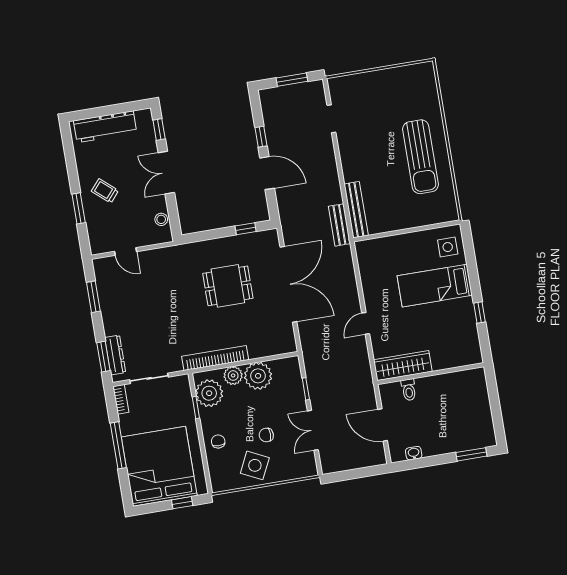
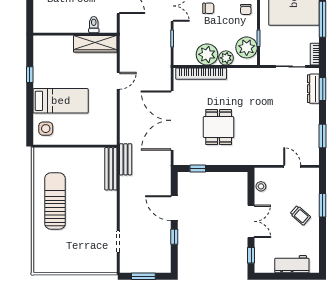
workbench: (105, 127) -> (292, 264), width x0.73
dining table: (228, 286) -> (219, 127), turned 90
bookcase: (215, 358) -> (201, 74), moved

